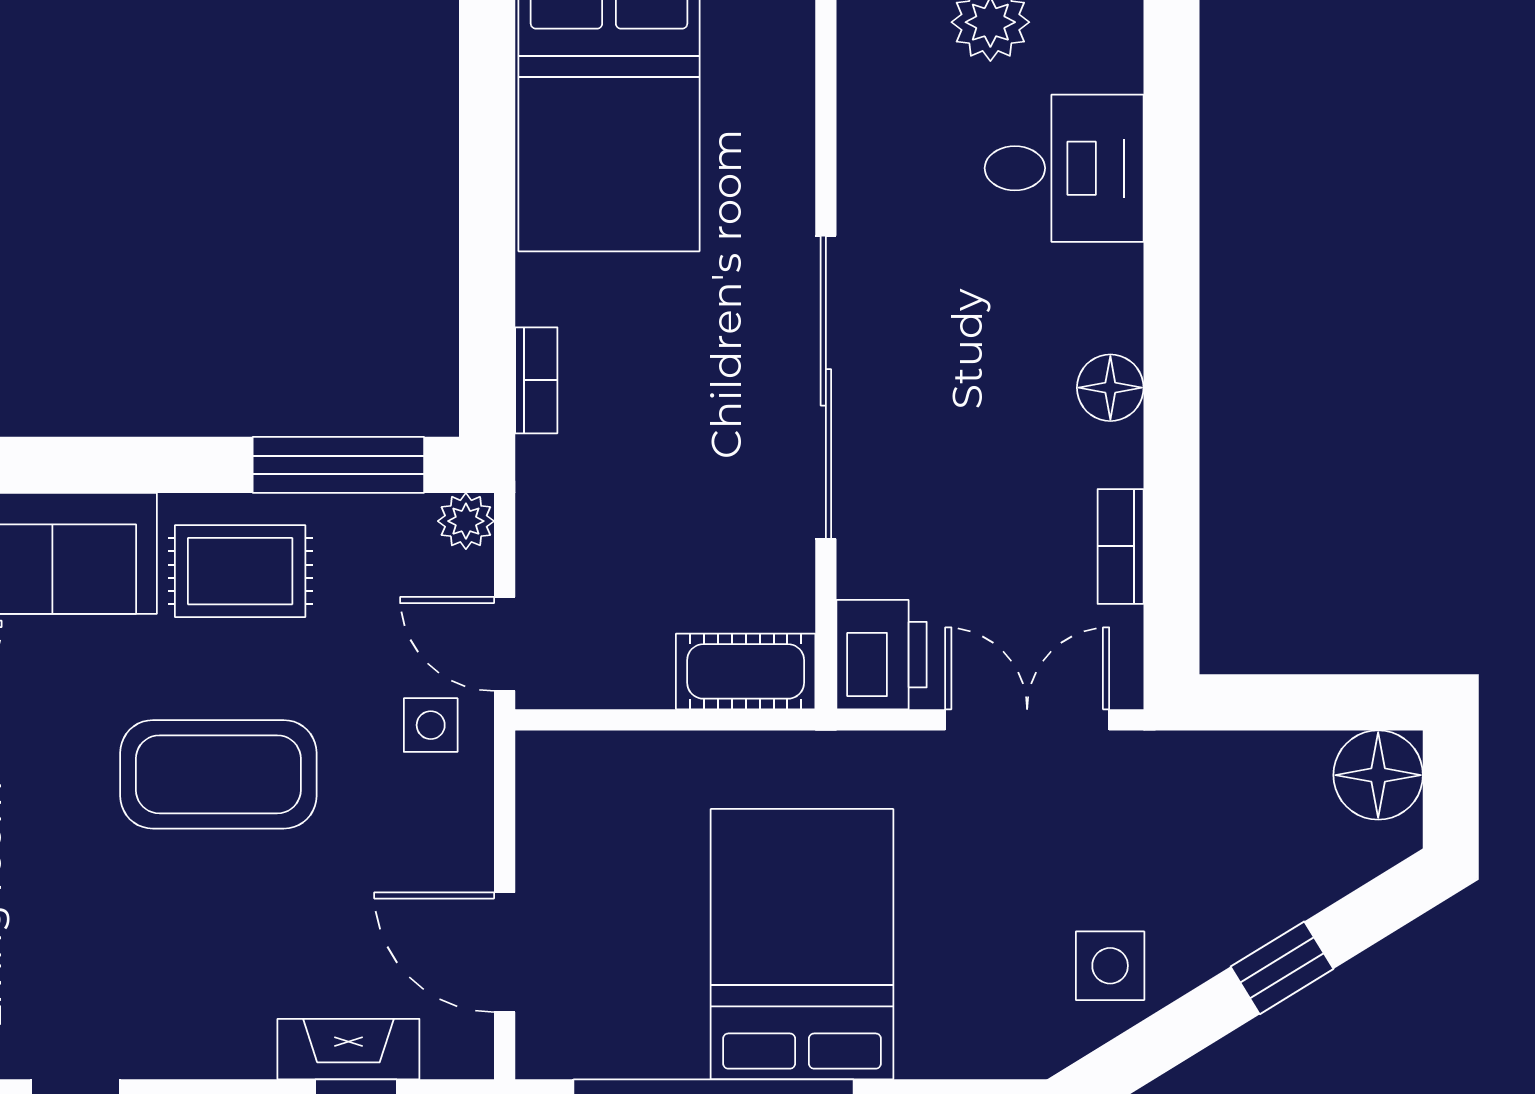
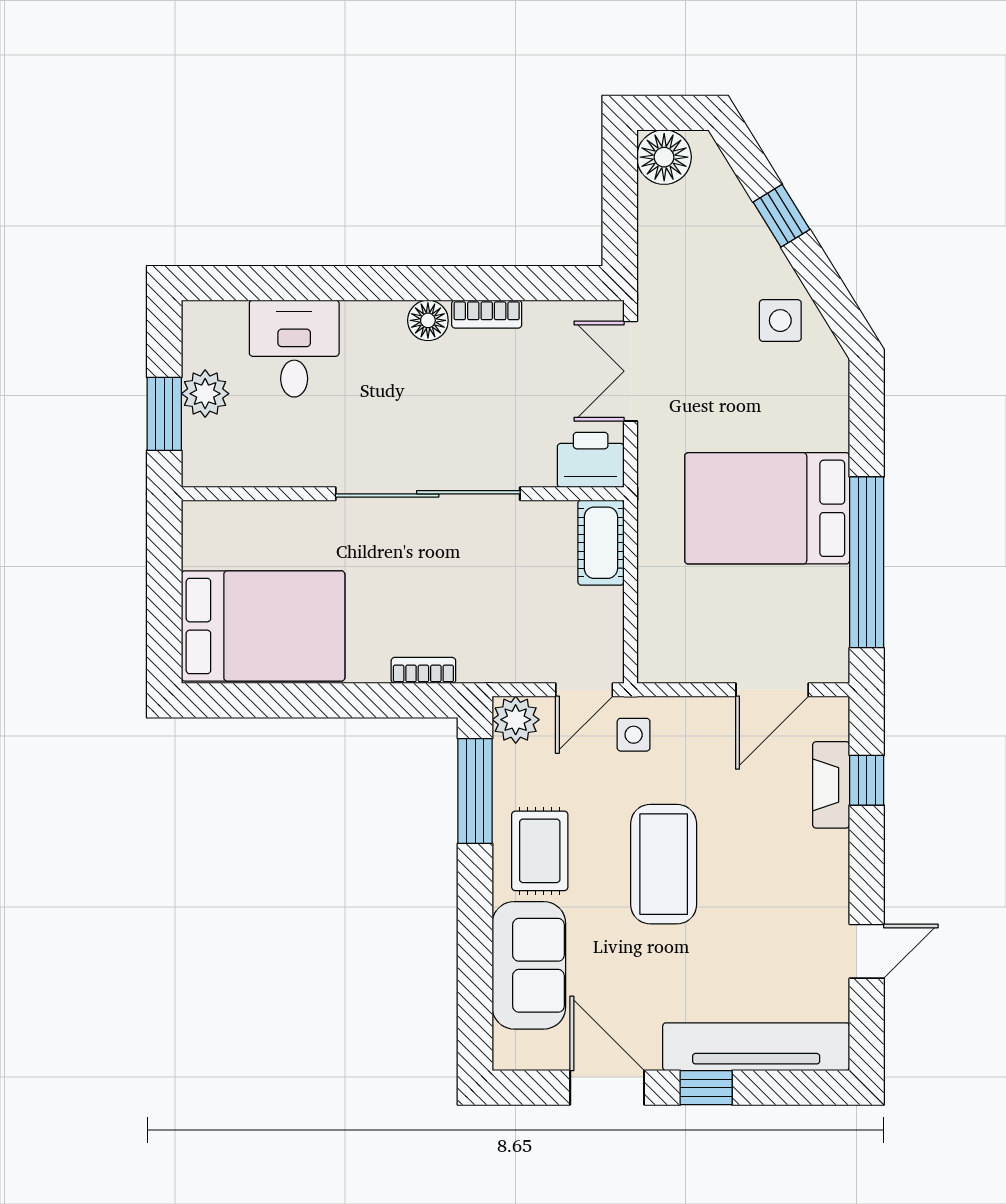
plant: (466, 521) -> (516, 720), width x1.38, depth x1.38
bookcase: (1121, 546) -> (487, 314), moved

